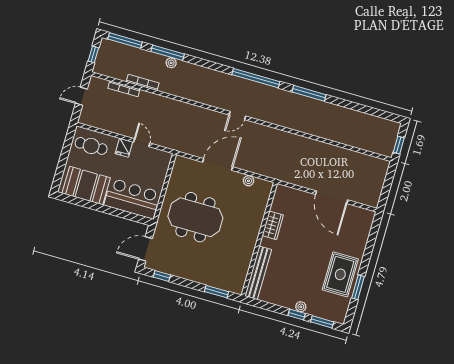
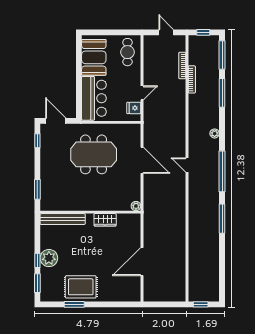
plant: (171, 63) -> (215, 133), moved
fridge: (124, 148) -> (134, 108), moved
plant: (249, 181) -> (136, 206), moved
meeting table: (195, 217) -> (94, 154), turned 90
plant: (301, 307) -> (49, 258), width x1.88, depth x1.88

